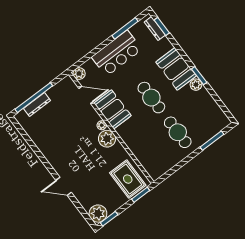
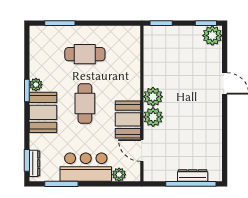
plant: (79, 74) -> (119, 175), moved
plant: (102, 125) -> (153, 117), width x1.87, depth x1.87
cafe table: (178, 132) -> (85, 54), turned 90
rug: (128, 179) -> (162, 46), removed

